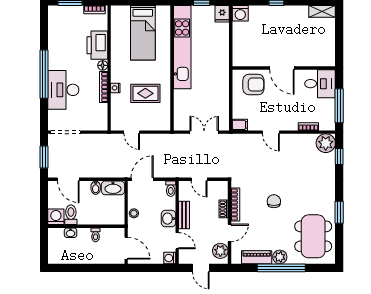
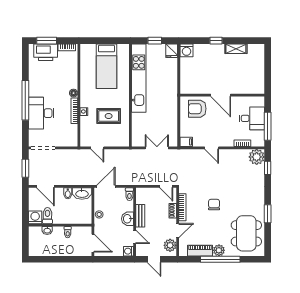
shelving: (322, 11) -> (236, 49), moved
printer: (97, 45) -> (46, 52), moved, turned -90
armchair: (253, 84) -> (197, 109), turned 180
desk: (320, 84) -> (252, 118), moved
door: (199, 179) -> (166, 186), moved

